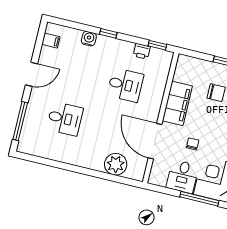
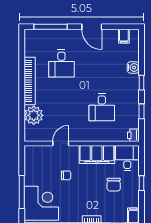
window: (157, 45) -> (141, 111), moved
printer: (142, 51) -> (133, 135), moved
door: (155, 141) -> (61, 143), width x0.53
bookcase: (76, 159) -> (30, 81), added
desk: (182, 177) -> (127, 158), moved, turned 90

